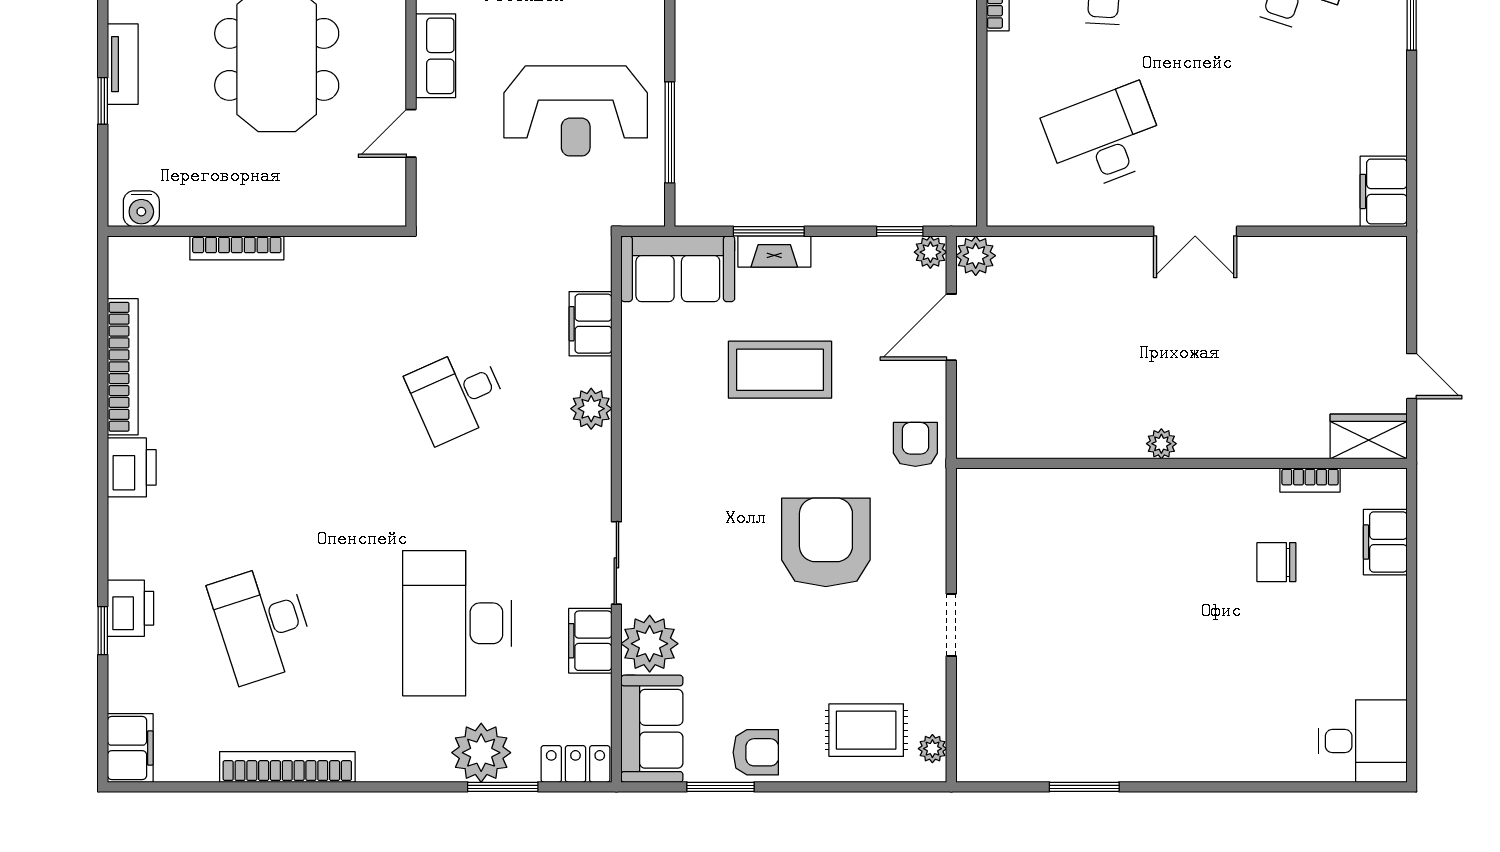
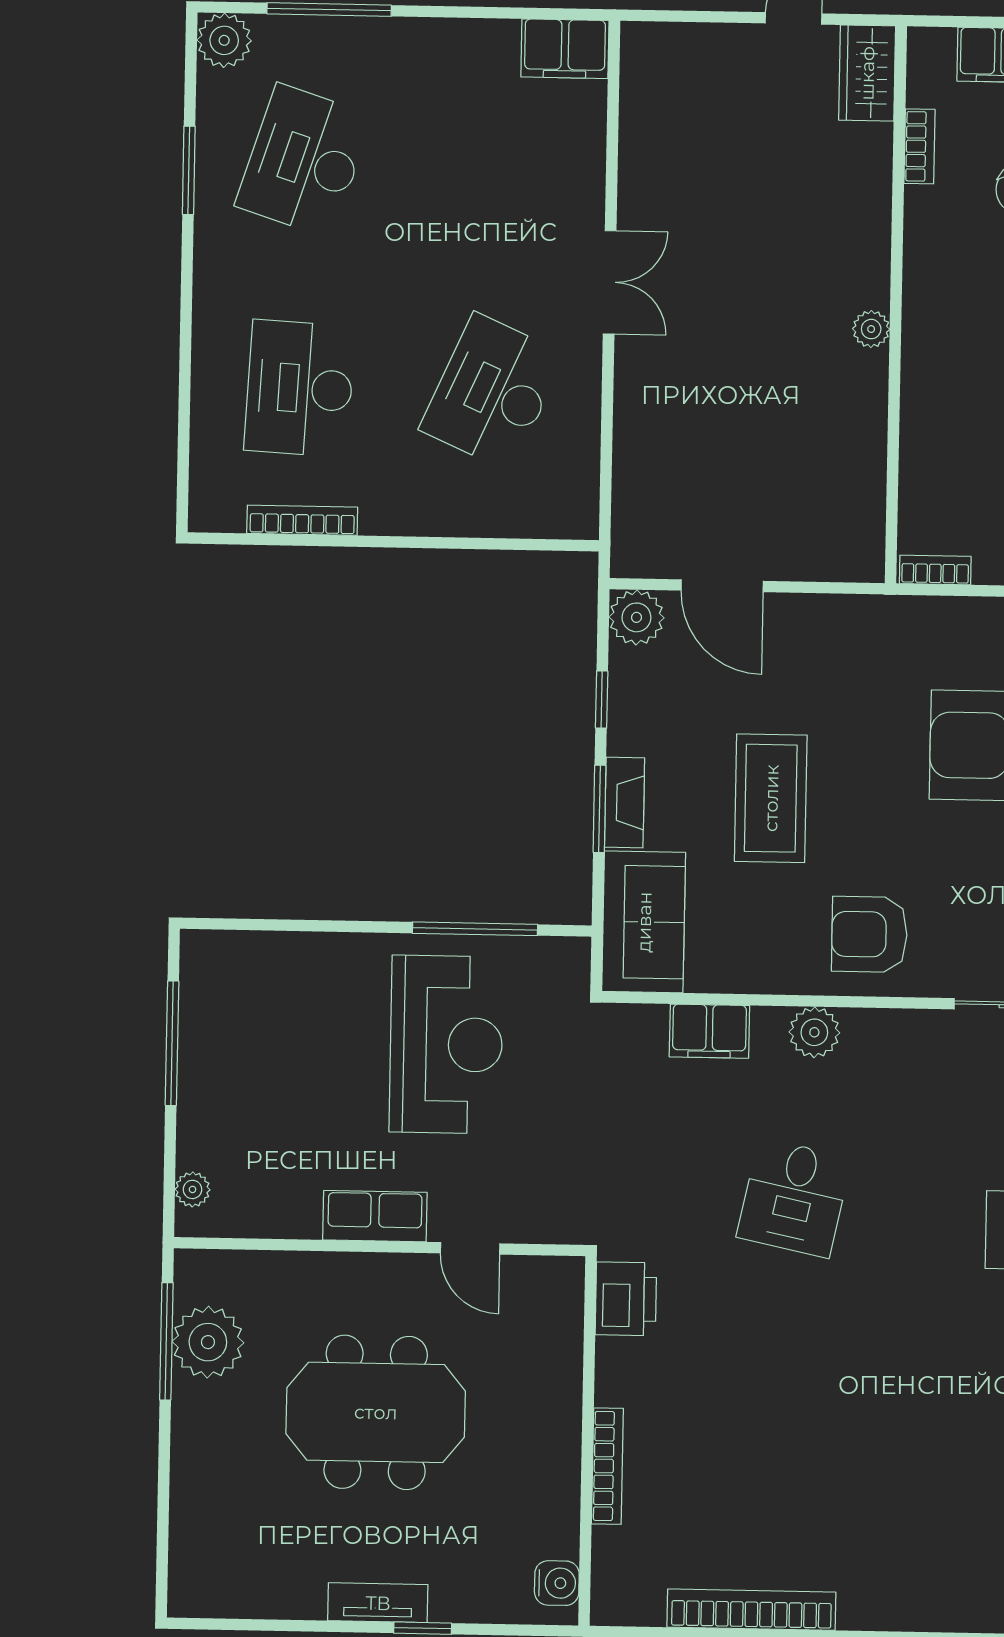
desk: (1105, 138) -> (492, 392), turned 45
window: (900, 231) -> (602, 700), moved
plant: (930, 252) -> (636, 617), width x1.38, depth x1.38
plant: (976, 256) -> (635, 554), removed
desk: (457, 395) -> (794, 1198), turned 36
armchair: (915, 444) -> (869, 934), moved, width x1.38, depth x1.38
printer: (132, 467) -> (626, 1299), moved, turned 90
bookcase: (967, 499) -> (935, 570), added

